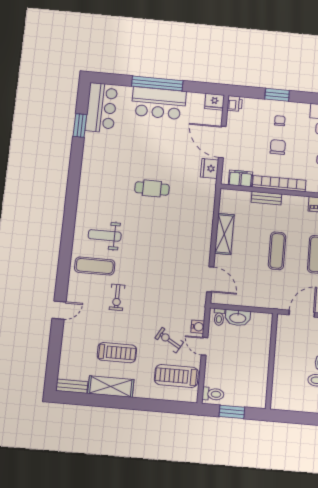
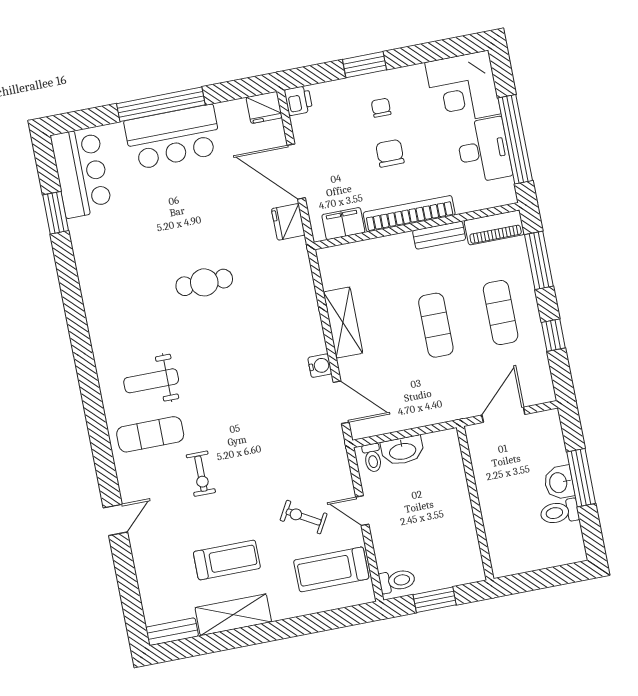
bench: (266, 198) -> (439, 235), moved
water cooler: (198, 327) -> (320, 366), moved

